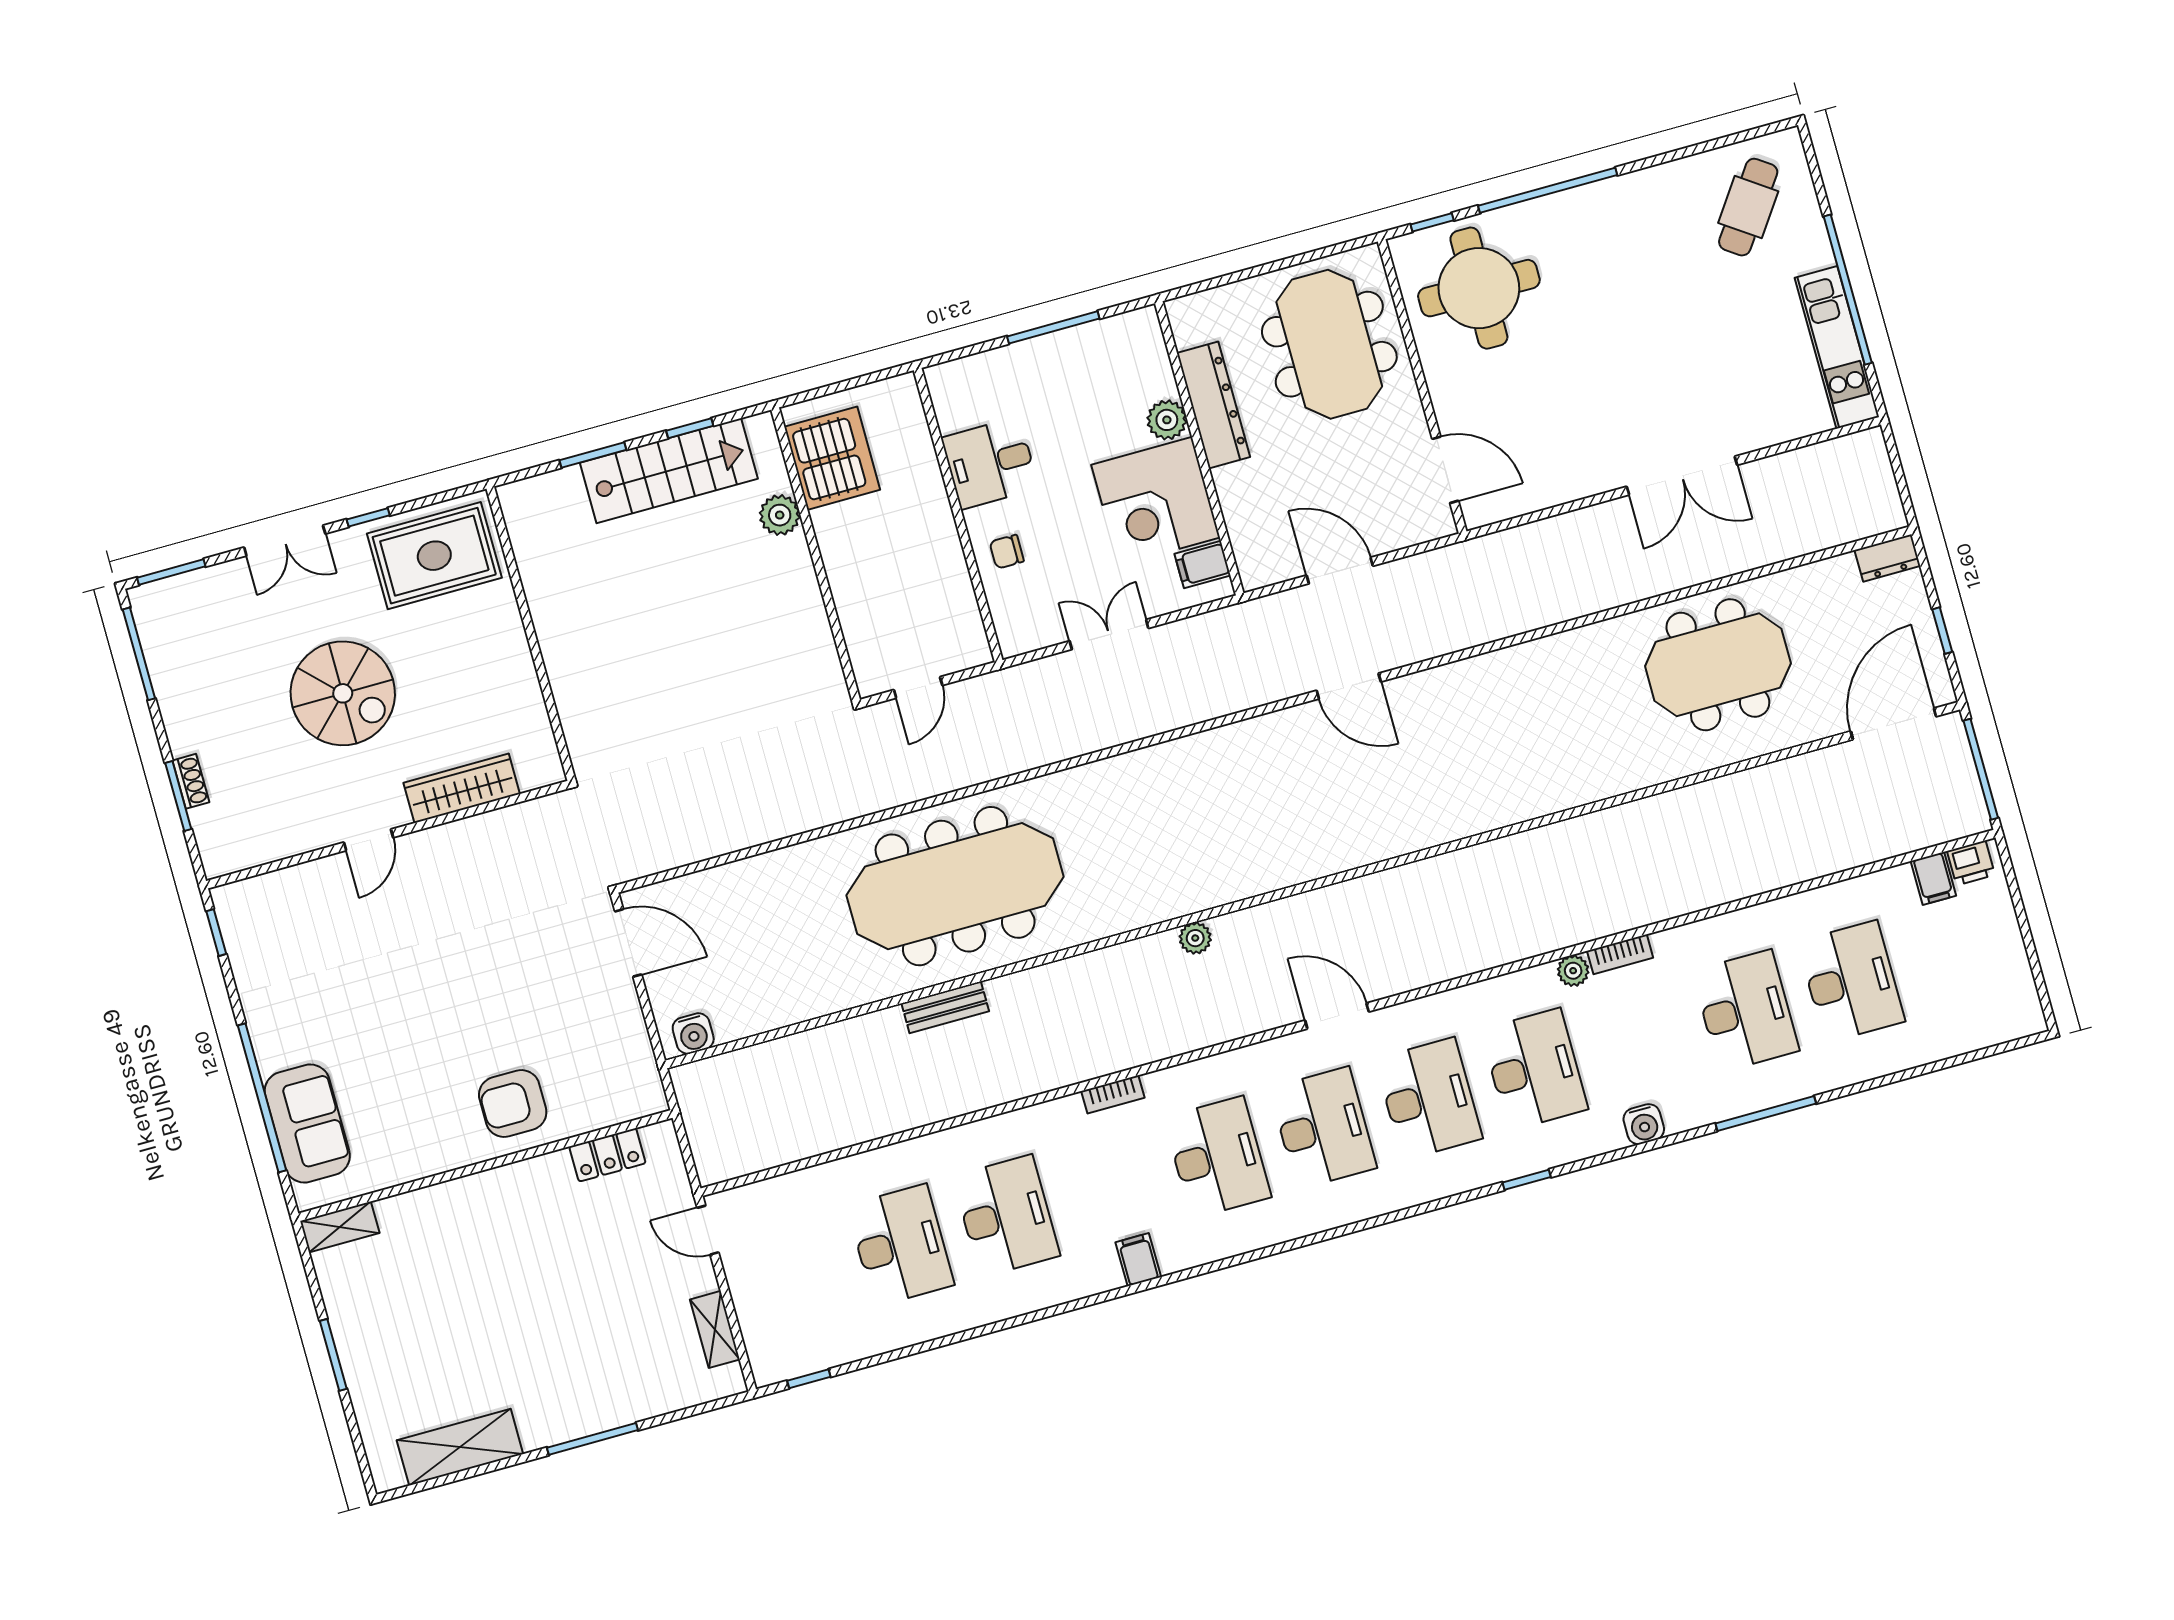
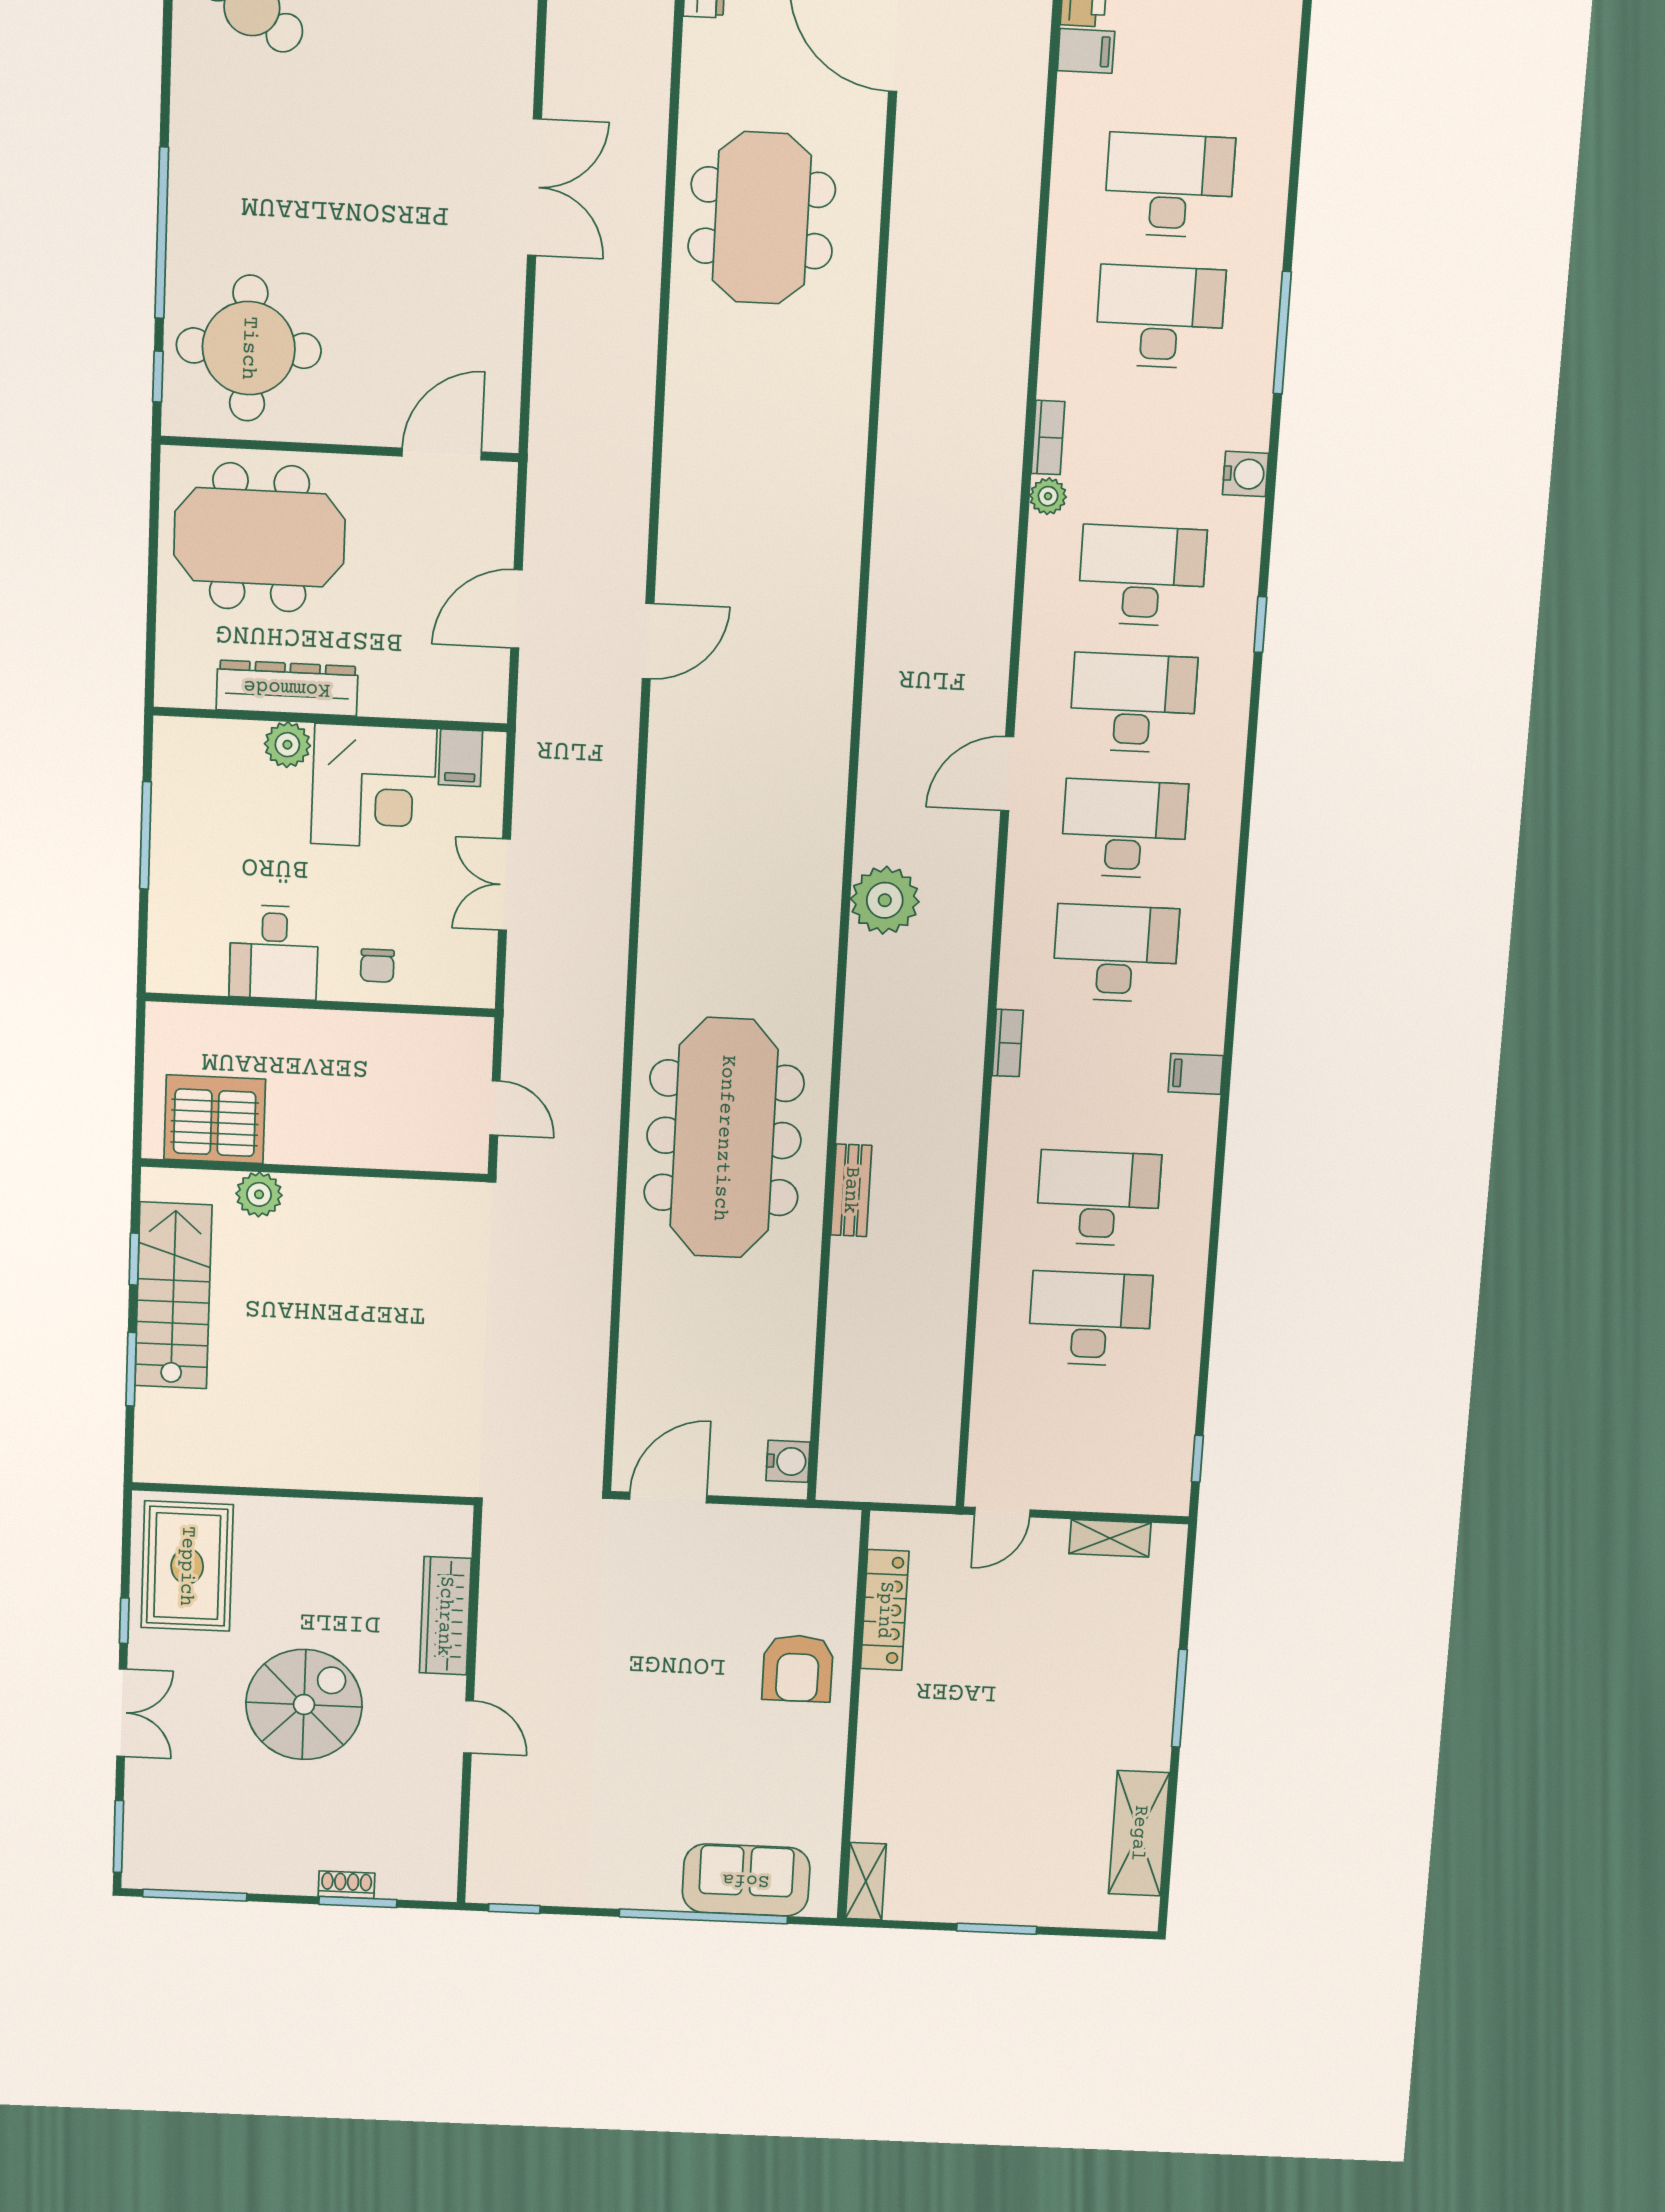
plant: (1195, 938) -> (885, 900), width x1.88, depth x1.88
locker: (607, 1155) -> (885, 1610), width x1.53

